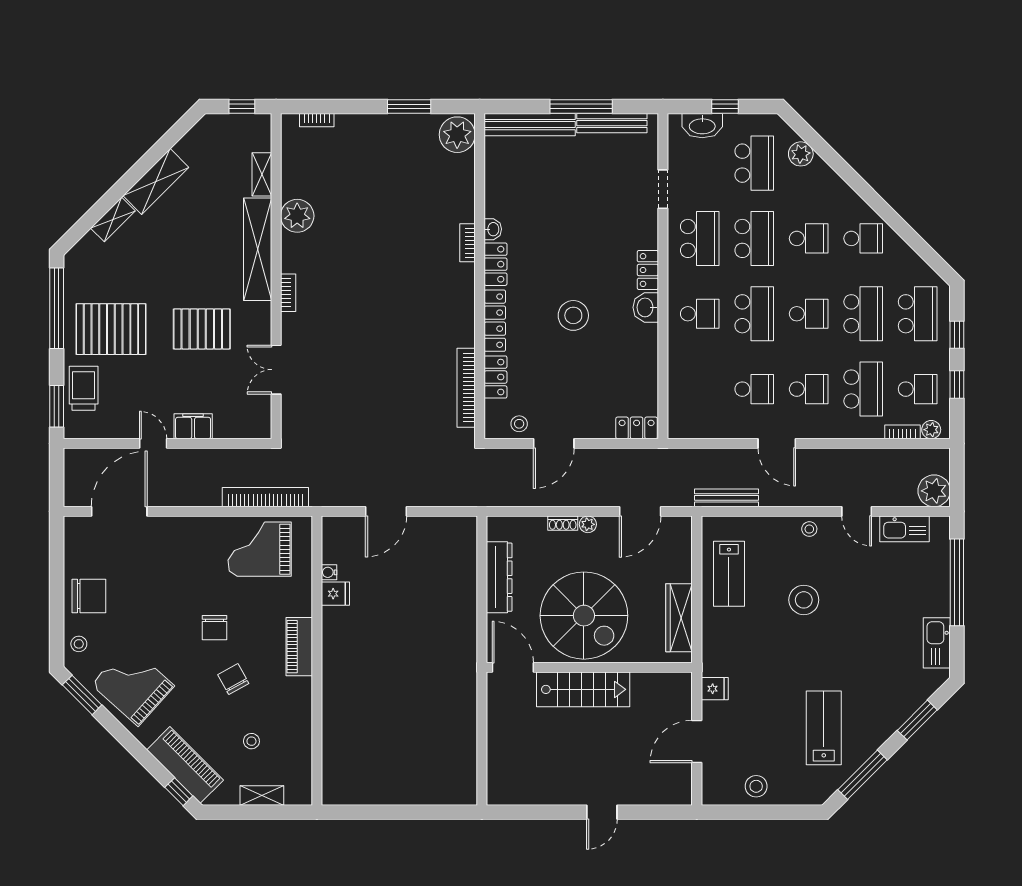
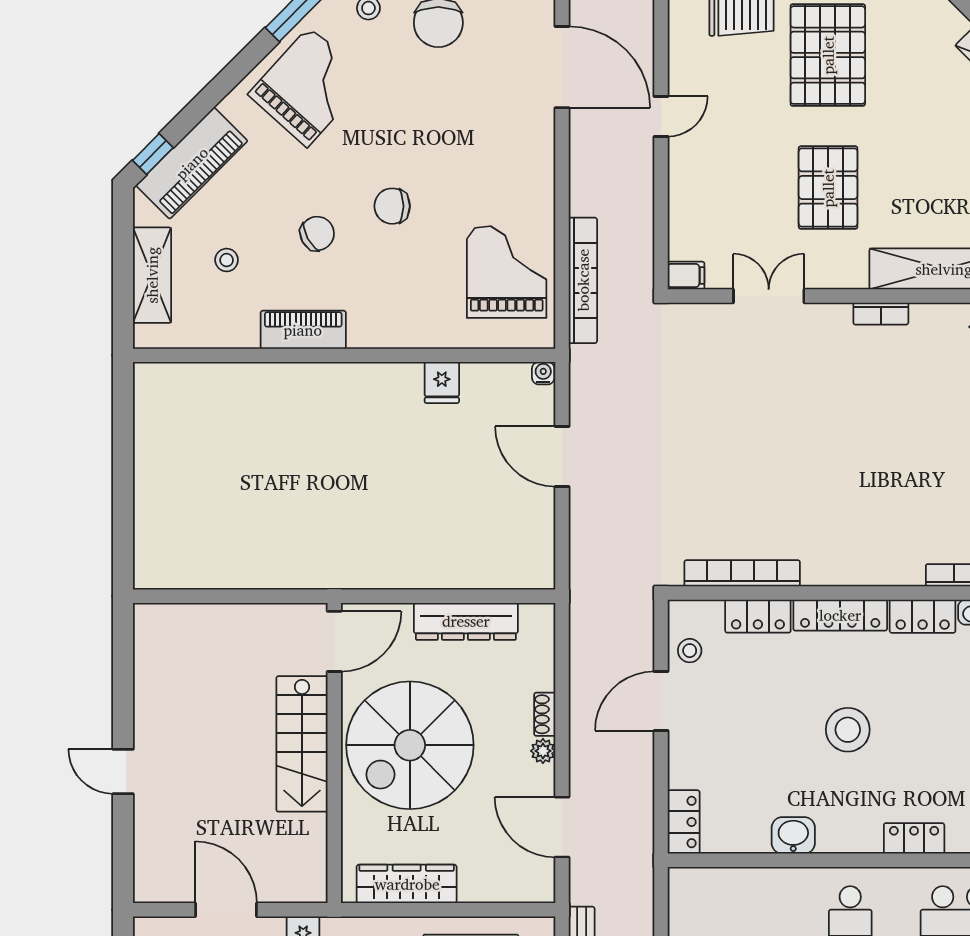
washbasin: (646, 307) -> (793, 835), moved
filing cabinet: (193, 426) -> (686, 276), moved, width x0.50
door: (554, 443) -> (661, 701), hinge flipped
water cooler: (329, 572) -> (543, 373), moved
piano: (299, 647) -> (303, 330), moved
shelving: (262, 796) -> (152, 275), width x1.50, depth x1.33

